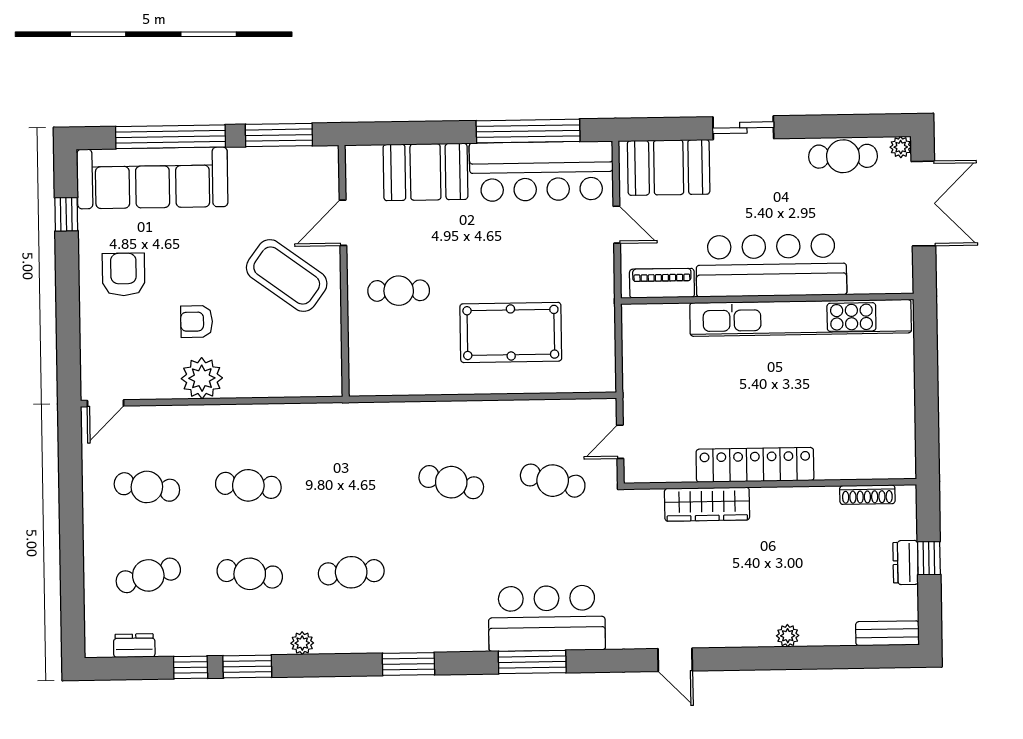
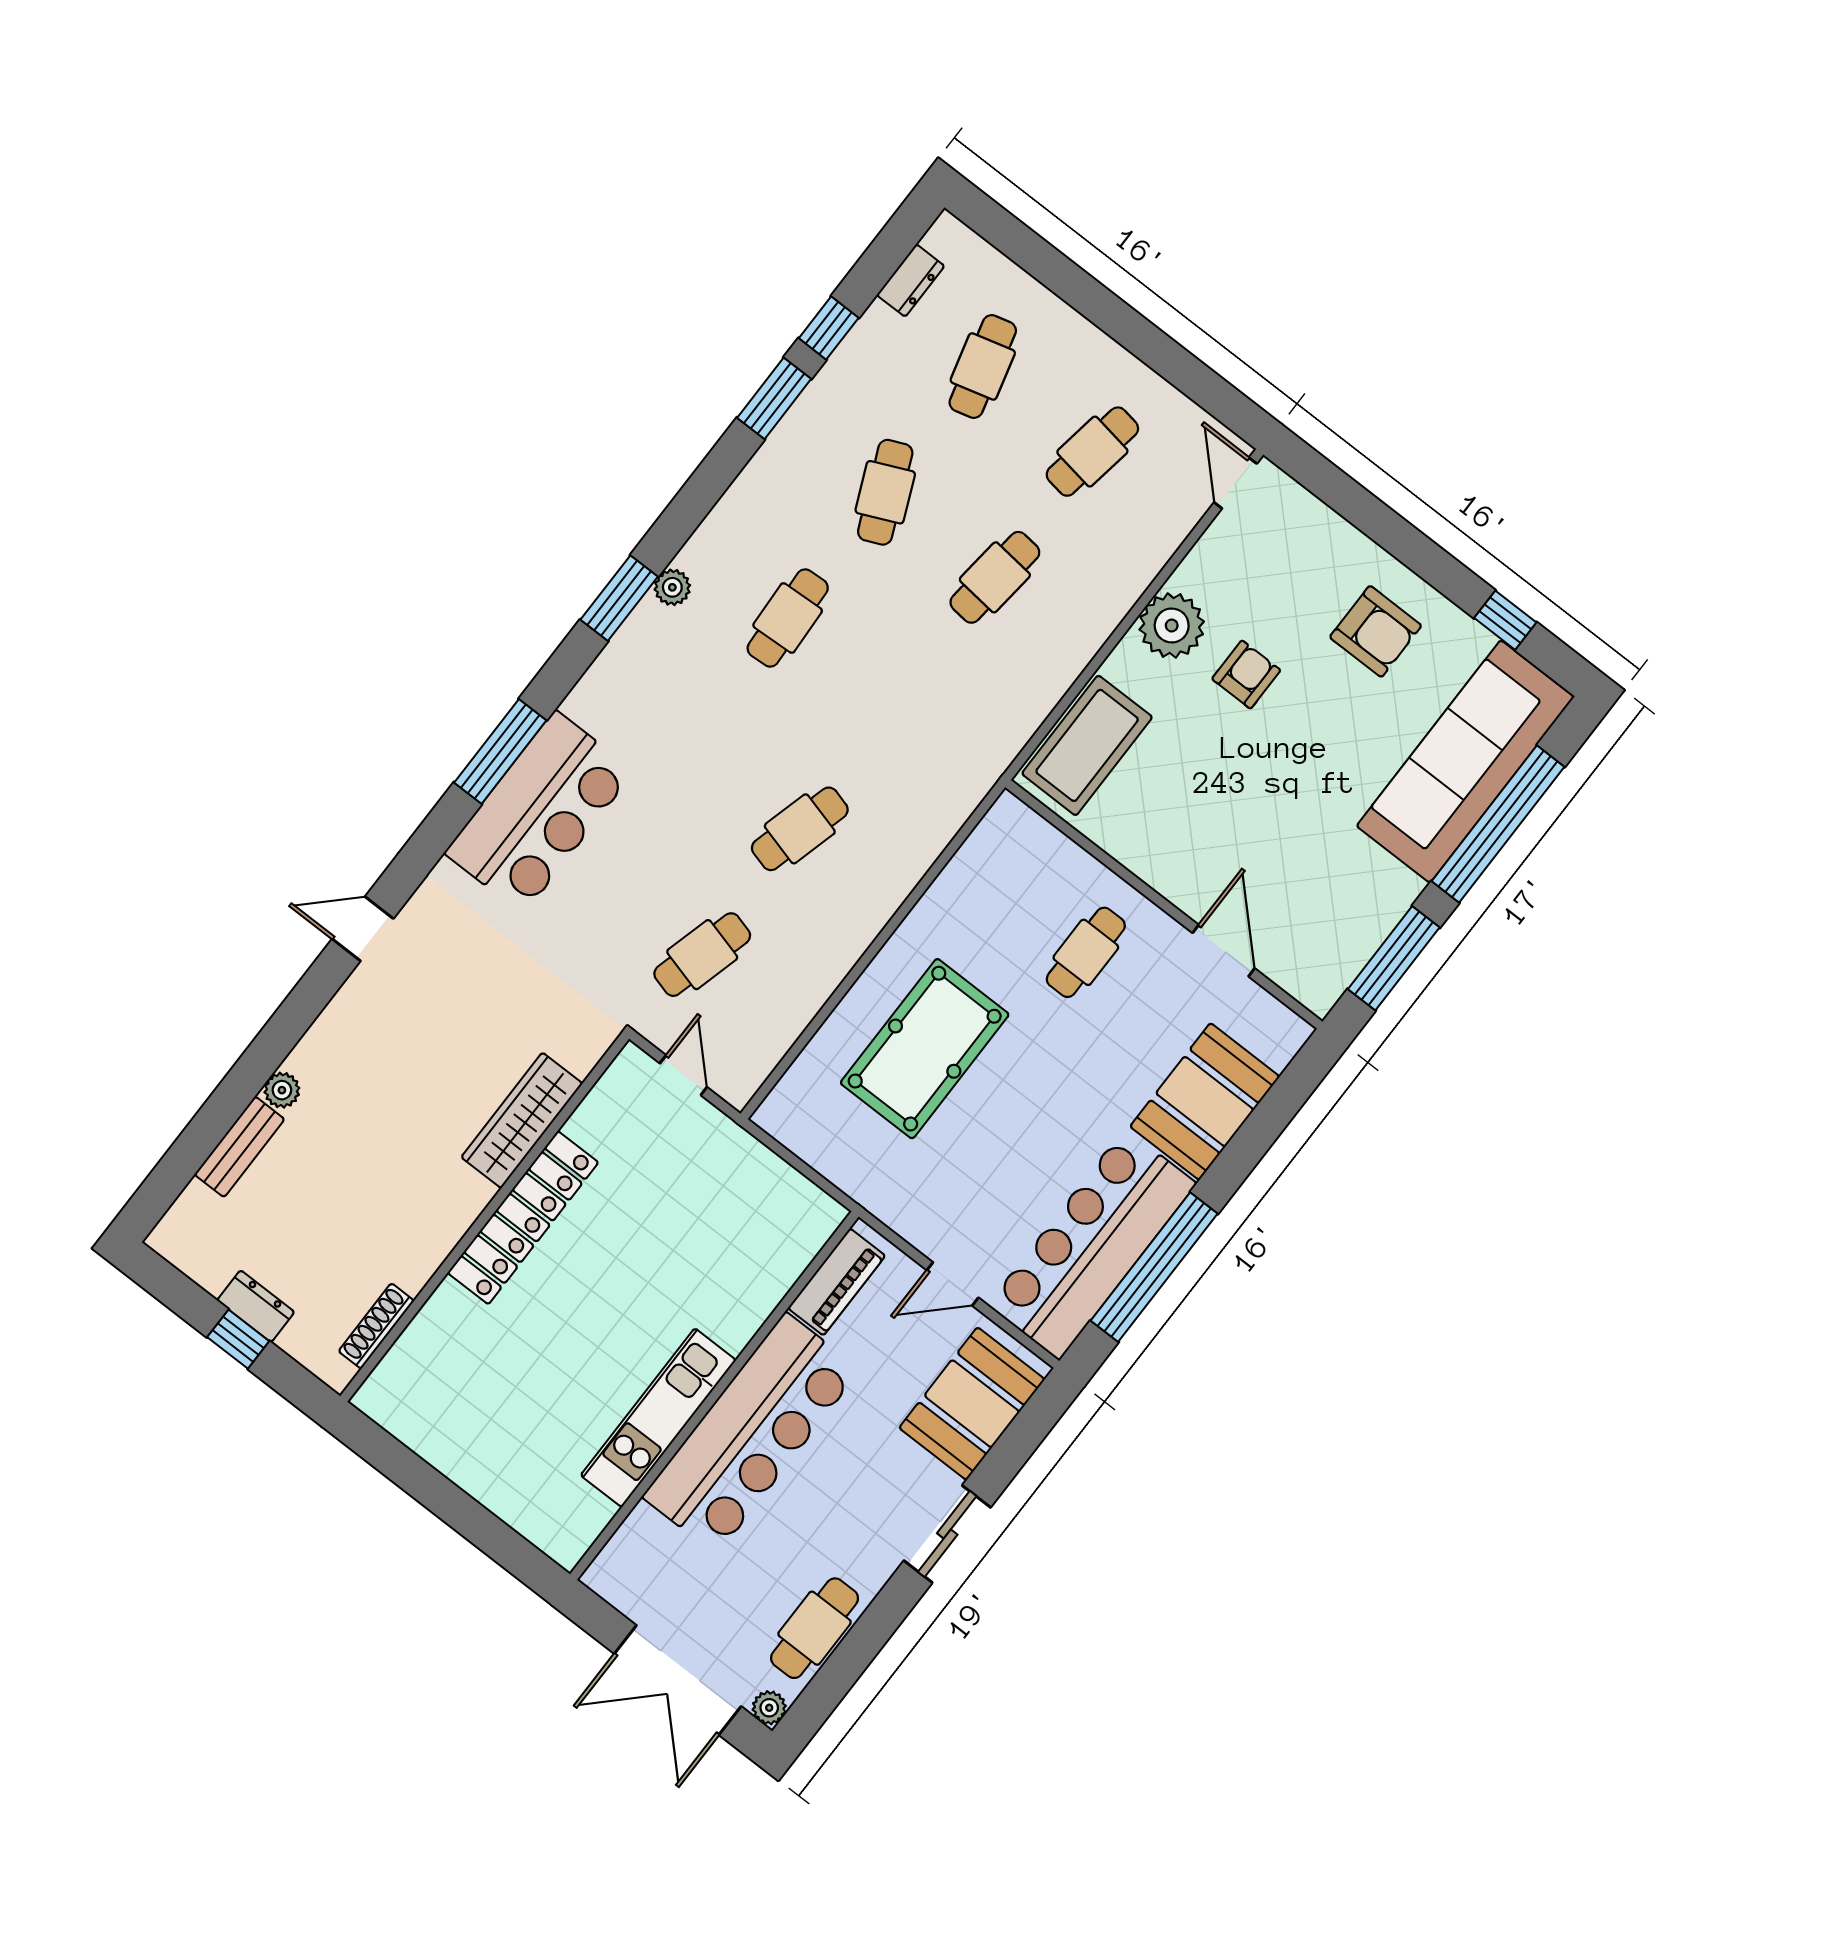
coffee table: (287, 276) -> (1087, 745), moved, turned -36
kitchen unit: (801, 318) -> (658, 1418), width x0.54
cafe table: (250, 574) -> (885, 492), turned -33
bench: (887, 633) -> (239, 1147), moved
plant: (302, 643) -> (672, 587), moved

